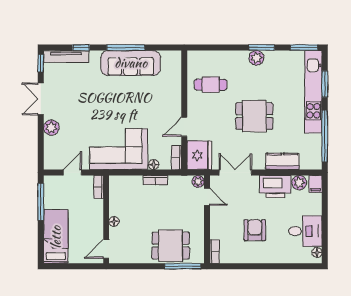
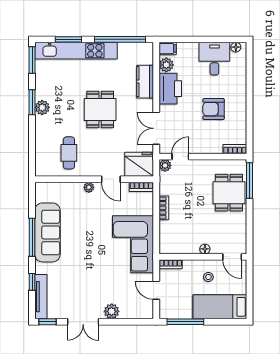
plant: (176, 105) -> (89, 187), added
floor lamp: (154, 165) -> (148, 209), removed
stool: (86, 225) -> (208, 277), added

